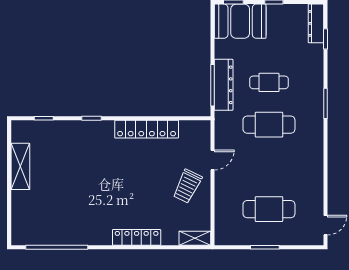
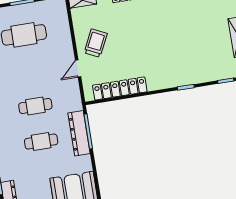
cafe table: (269, 125) -> (35, 106), width x0.73, depth x0.74
locker: (147, 129) -> (120, 88), moved

